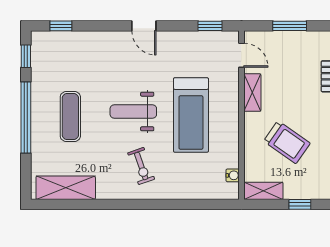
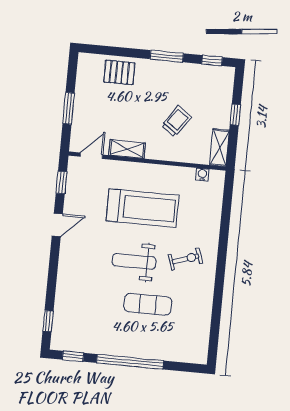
door: (144, 26) -> (57, 225), moved
weight bench: (133, 112) -> (134, 261), turned 90
exercise mat: (70, 117) -> (148, 304), moved
trolley: (287, 142) -> (176, 121), width x0.73, depth x0.72
shelving: (66, 188) -> (199, 331), removed

